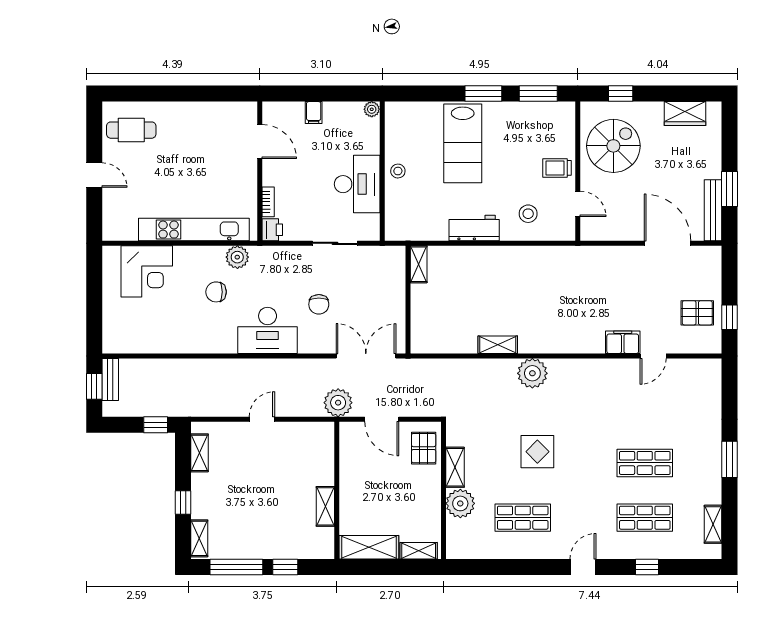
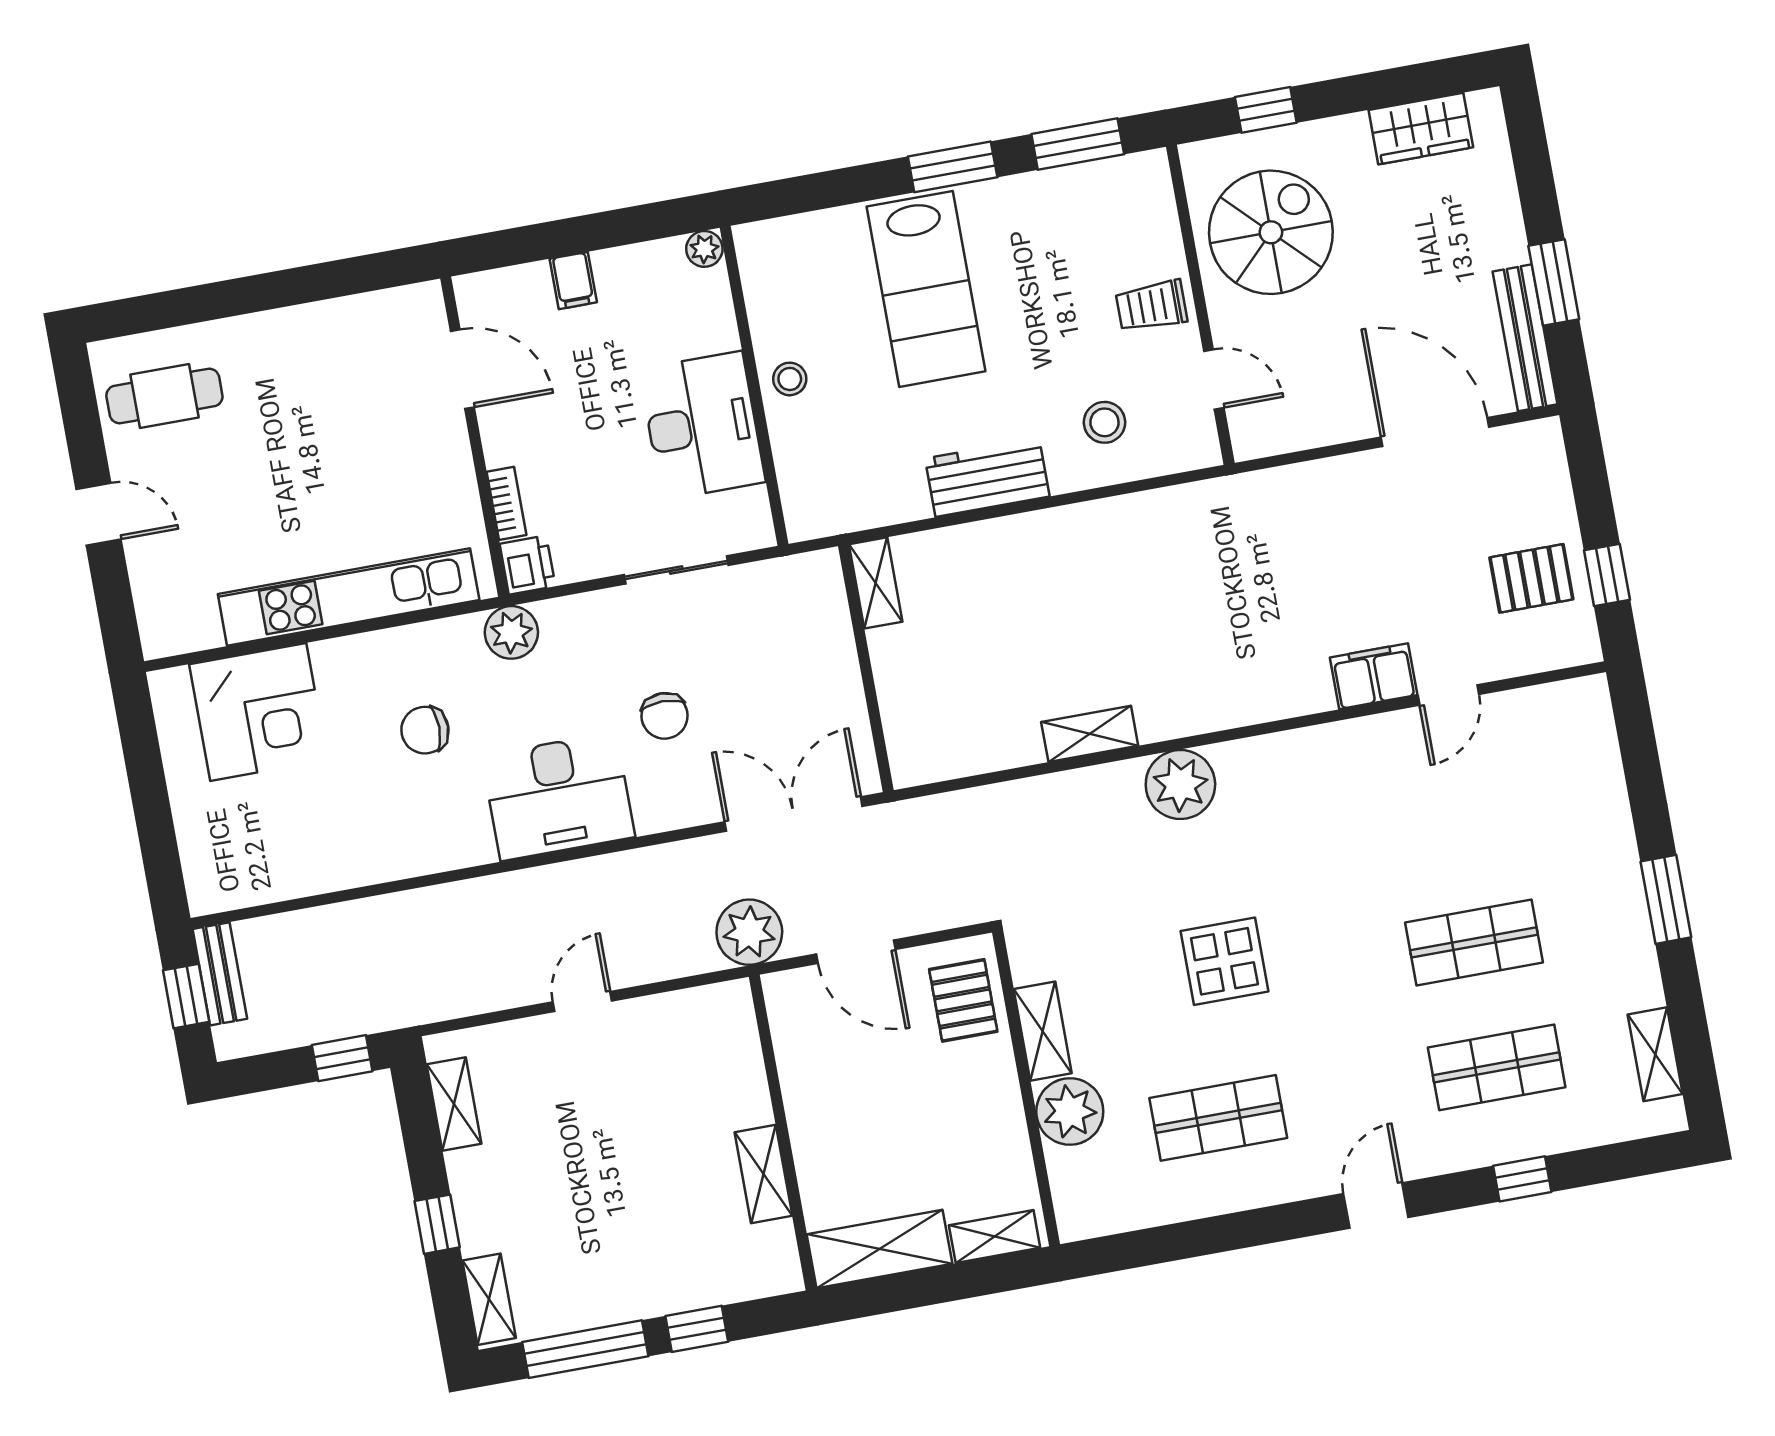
plant: (237, 257) -> (511, 632), moved

